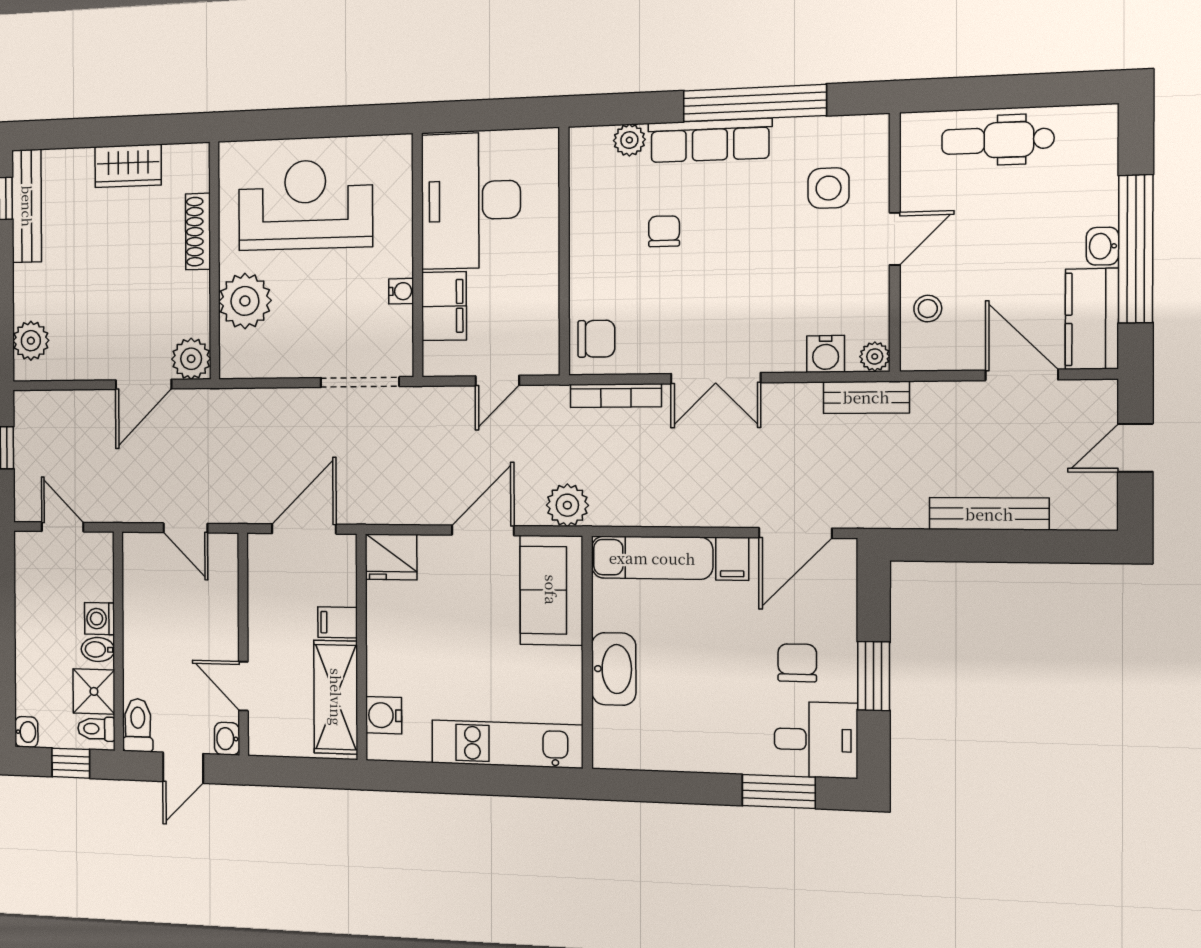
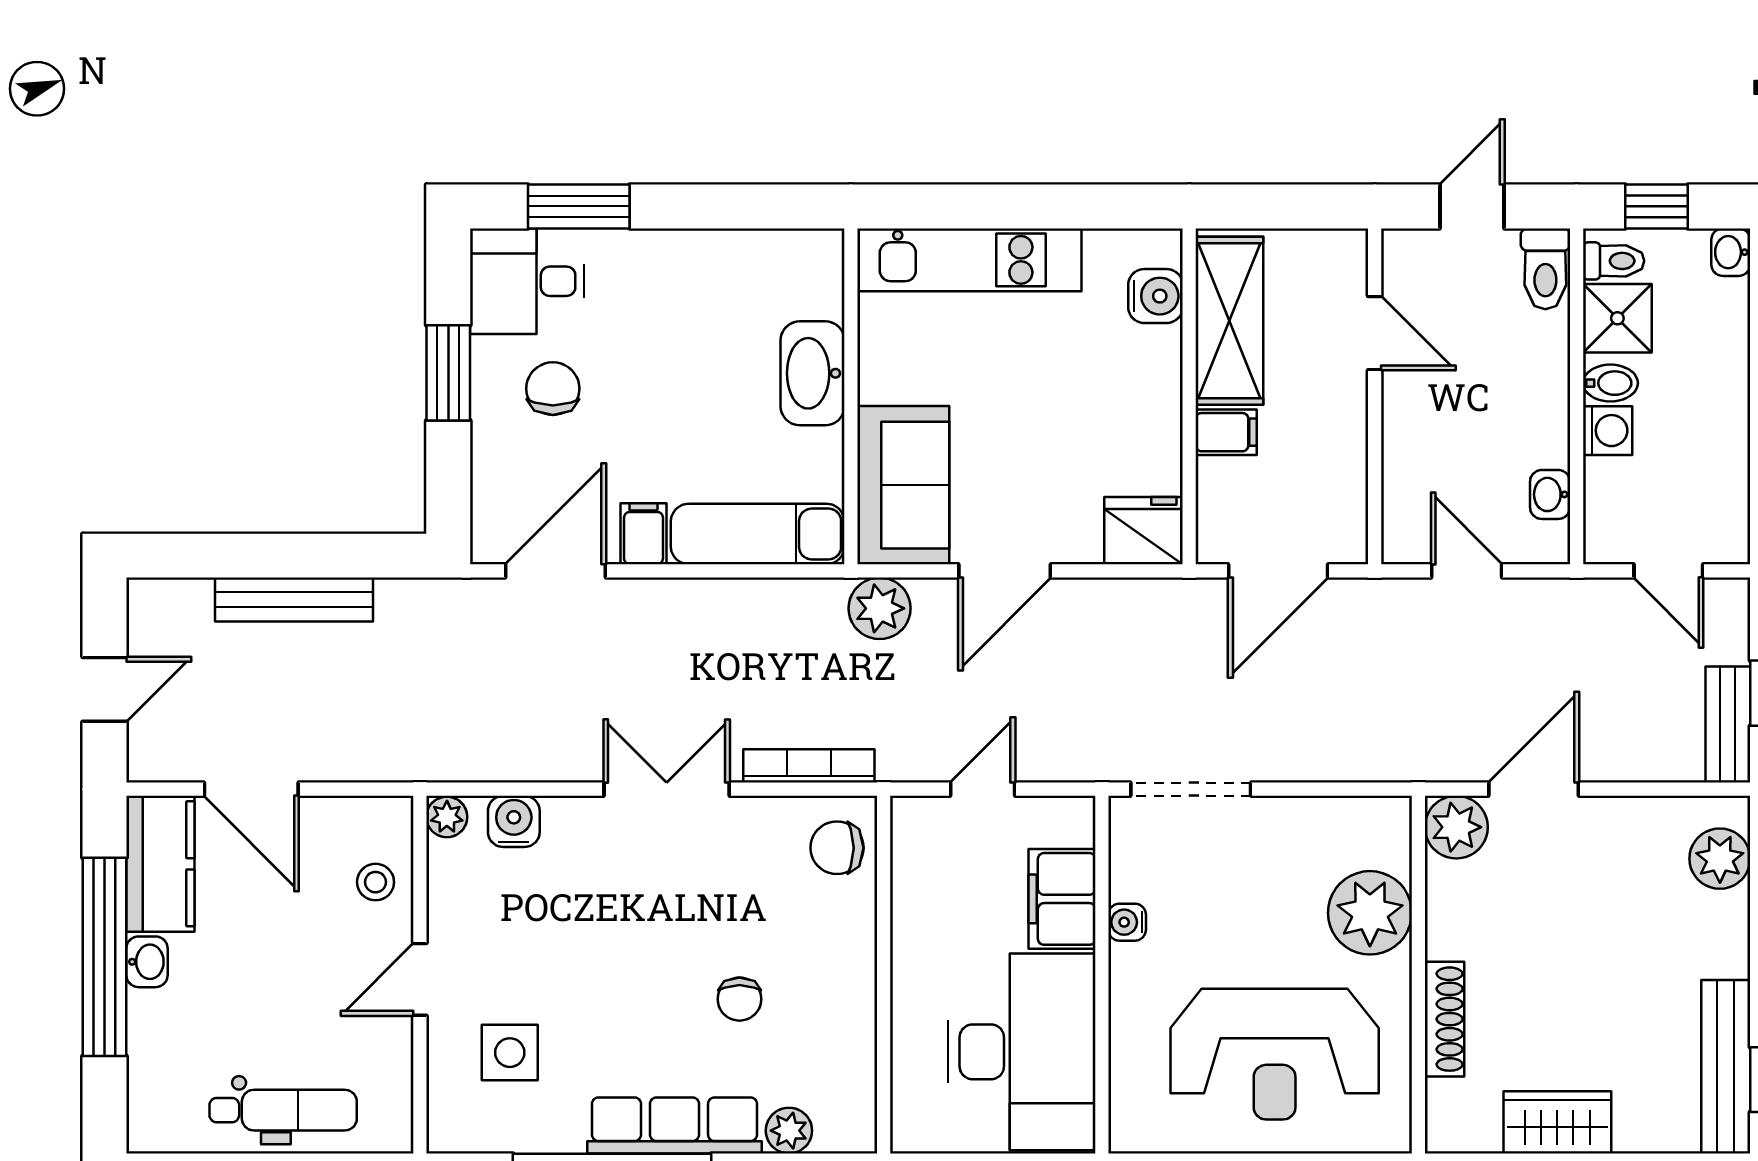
bench: (866, 397) -> (1728, 724), moved, turned 90
chair: (797, 663) -> (553, 389), turned 180
washbasin: (227, 739) -> (1550, 494), moved, turned 180

